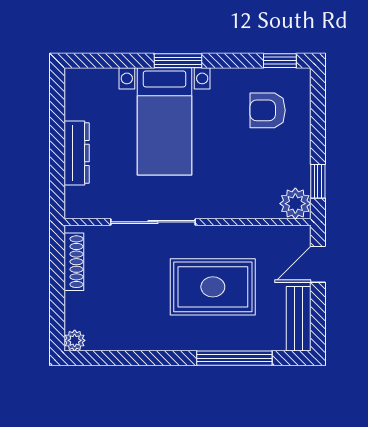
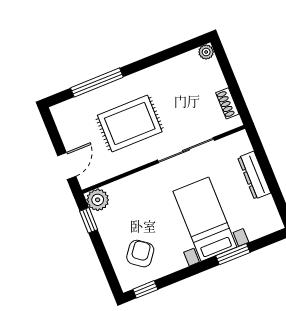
window: (178, 61) -> (233, 254), moved
armchair: (268, 110) -> (140, 254), turned -53
shoe rack: (74, 262) -> (227, 103), width x0.70
bench: (299, 319) -> (65, 125), removed

